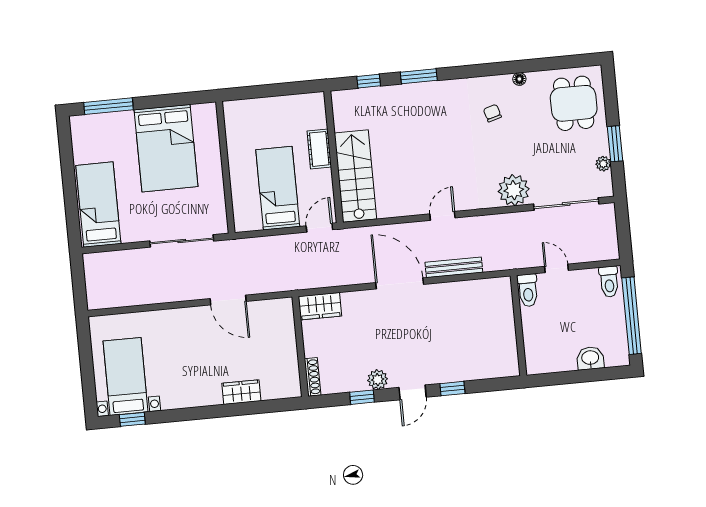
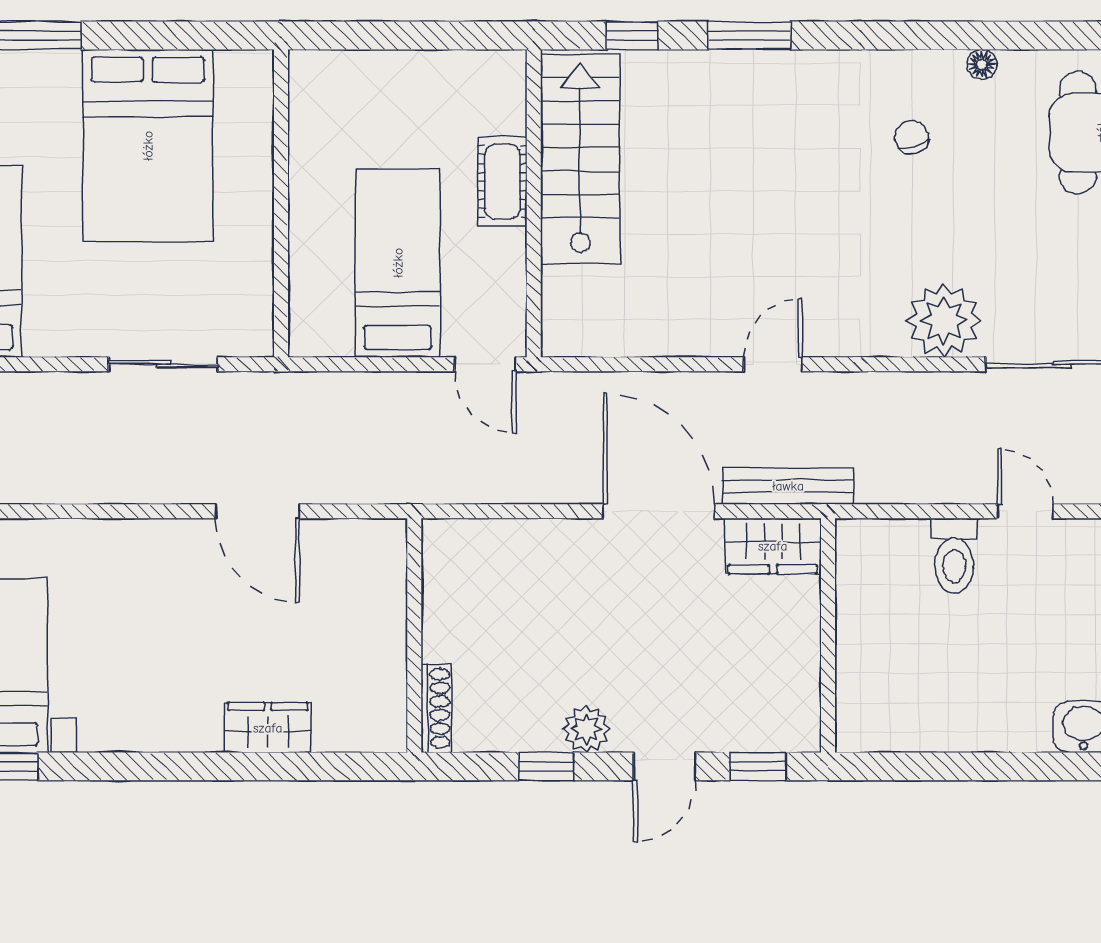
stairs: (355, 176) -> (580, 159), moved
door: (319, 228) -> (485, 364), swing flipped
sliding door: (182, 241) -> (163, 364), width x0.73
wardrobe: (320, 306) -> (773, 546), moved
wall: (518, 326) -> (828, 635), moved

